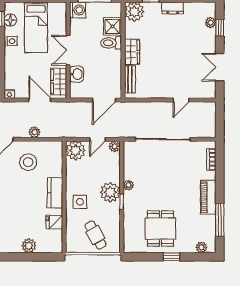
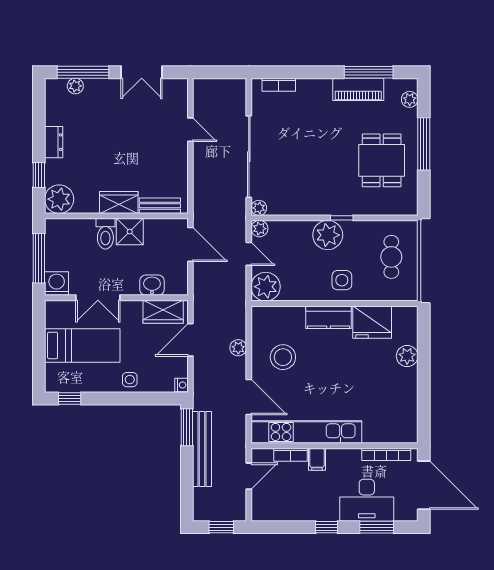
floor lamp: (10, 20) -> (71, 384), removed
shower: (113, 26) -> (130, 232), moved
window: (220, 28) -> (83, 72), width x2.17
side table: (12, 41) -> (130, 380), moved
double door: (68, 50) -> (98, 298), moved
plant: (128, 185) -> (259, 208), moved
piano: (208, 197) -> (358, 89), moved
fridge: (54, 222) -> (372, 322), width x1.88, depth x1.34
dining table: (160, 229) -> (382, 160), turned 90
cafe table: (95, 235) -> (391, 257), turned -61
window: (172, 257) -> (424, 144), width x2.17

